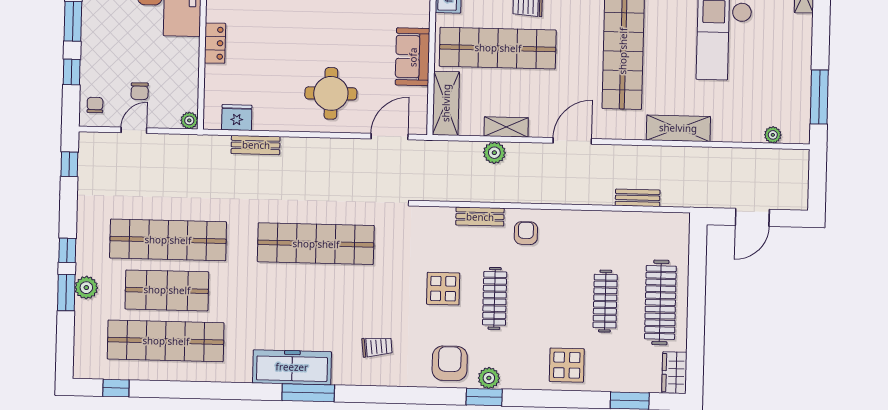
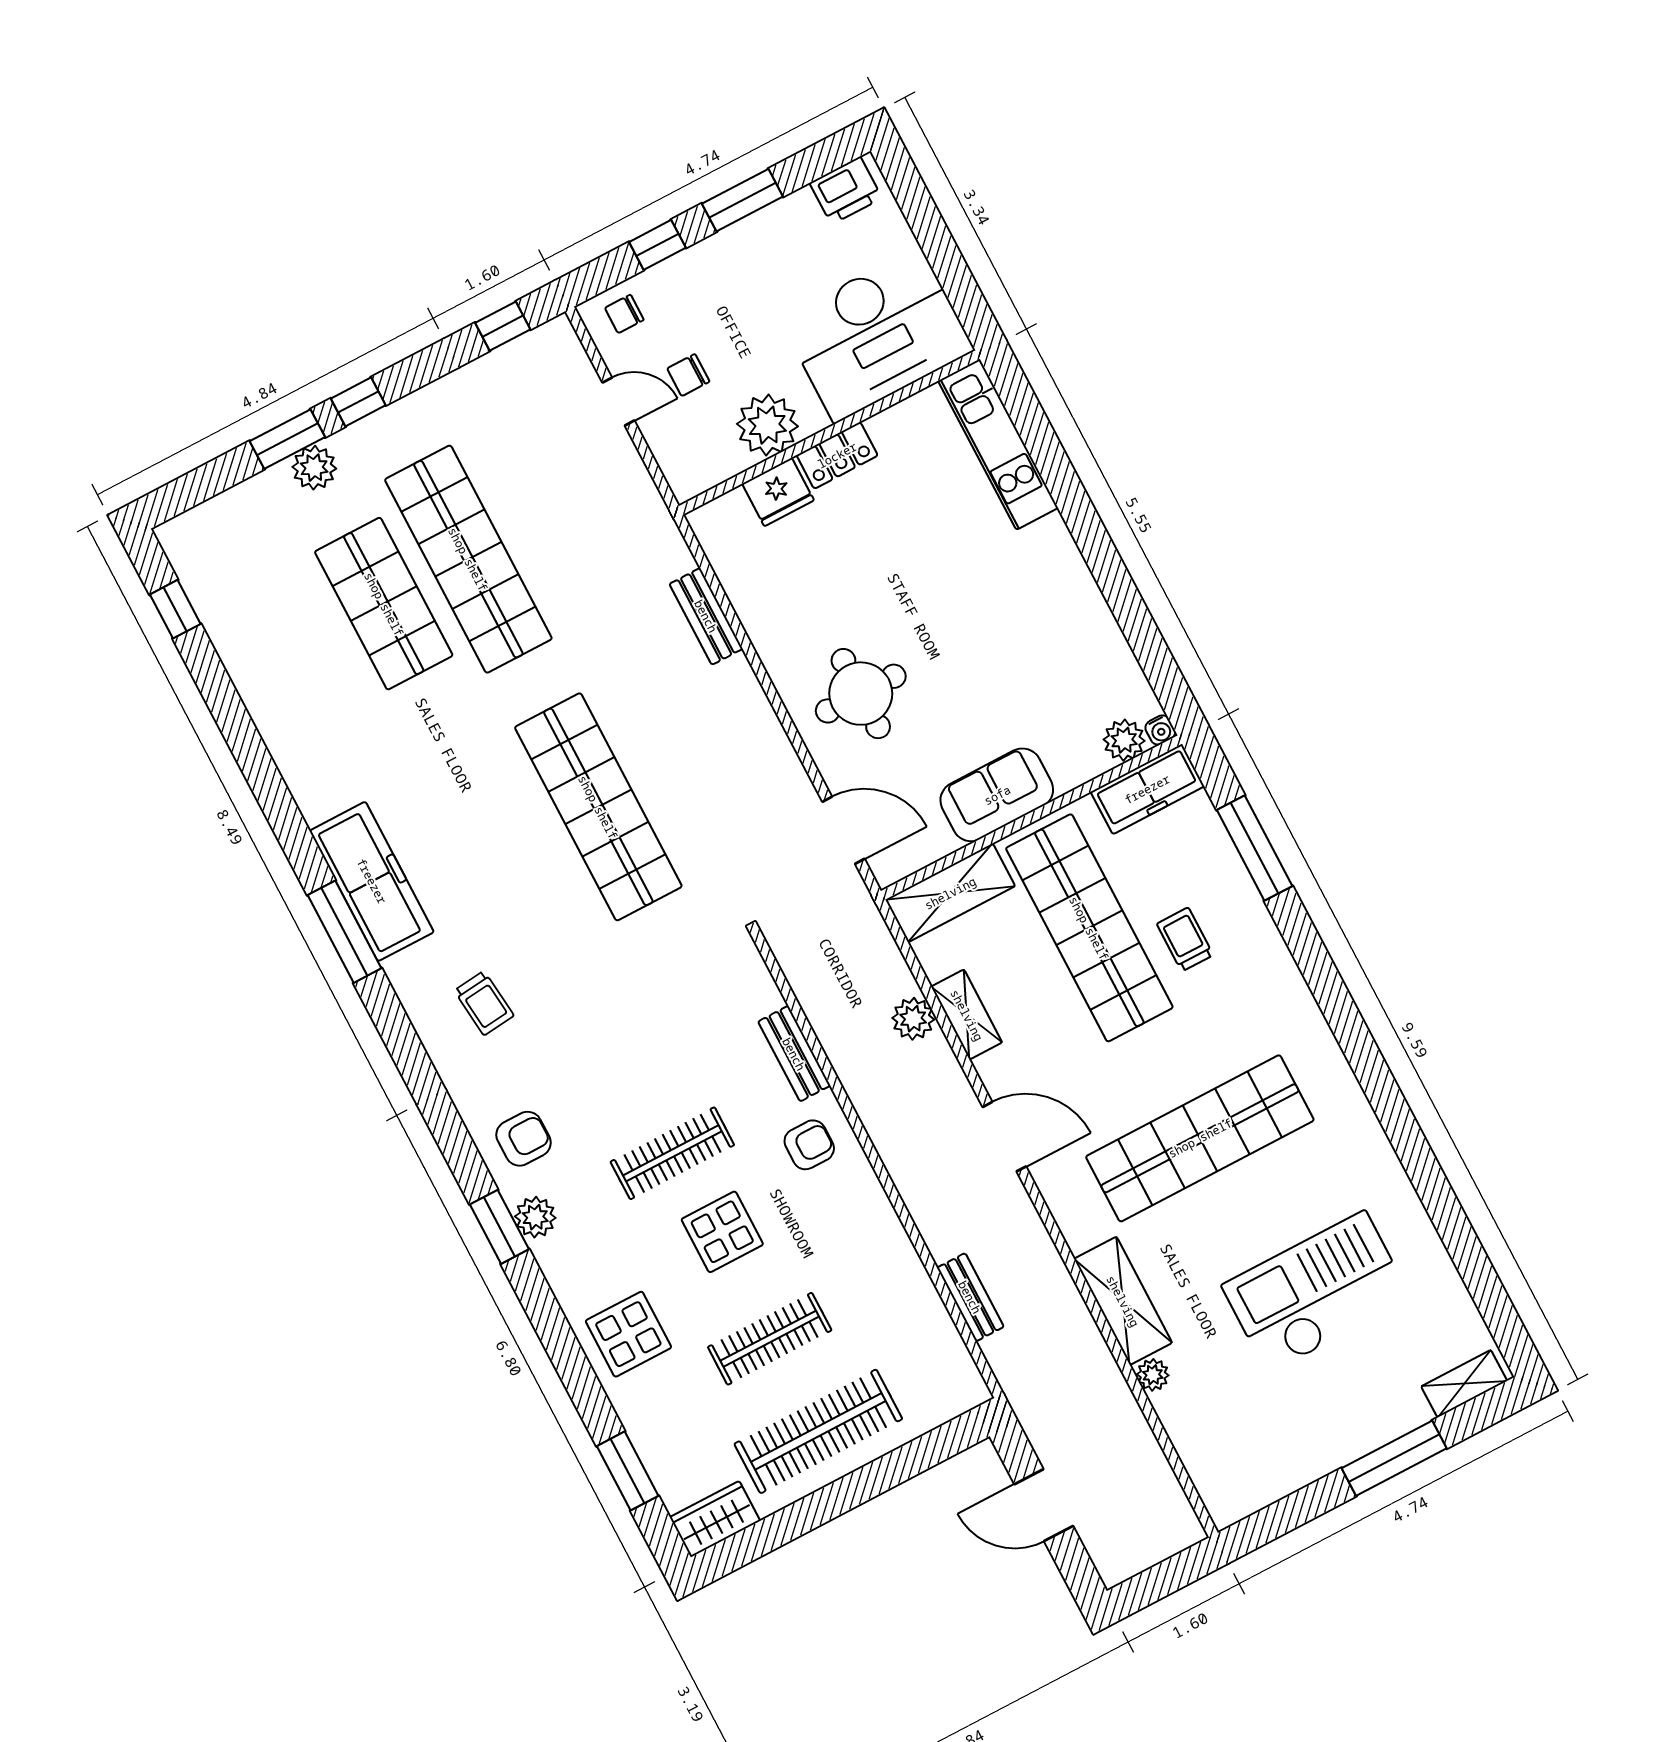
window: (819, 97) -> (1394, 1458), moved
chair: (95, 105) -> (624, 314), turned 180
fridge: (237, 117) -> (778, 492), moved, turned 90
plant: (189, 120) -> (767, 425), moved, width x1.88, depth x1.88
plant: (773, 135) -> (1153, 1375), moved
display table: (443, 289) -> (722, 1232), moved
shop shelf: (166, 341) -> (299, 648), removed
armchair: (450, 363) -> (524, 1139), width x0.72, depth x0.72

